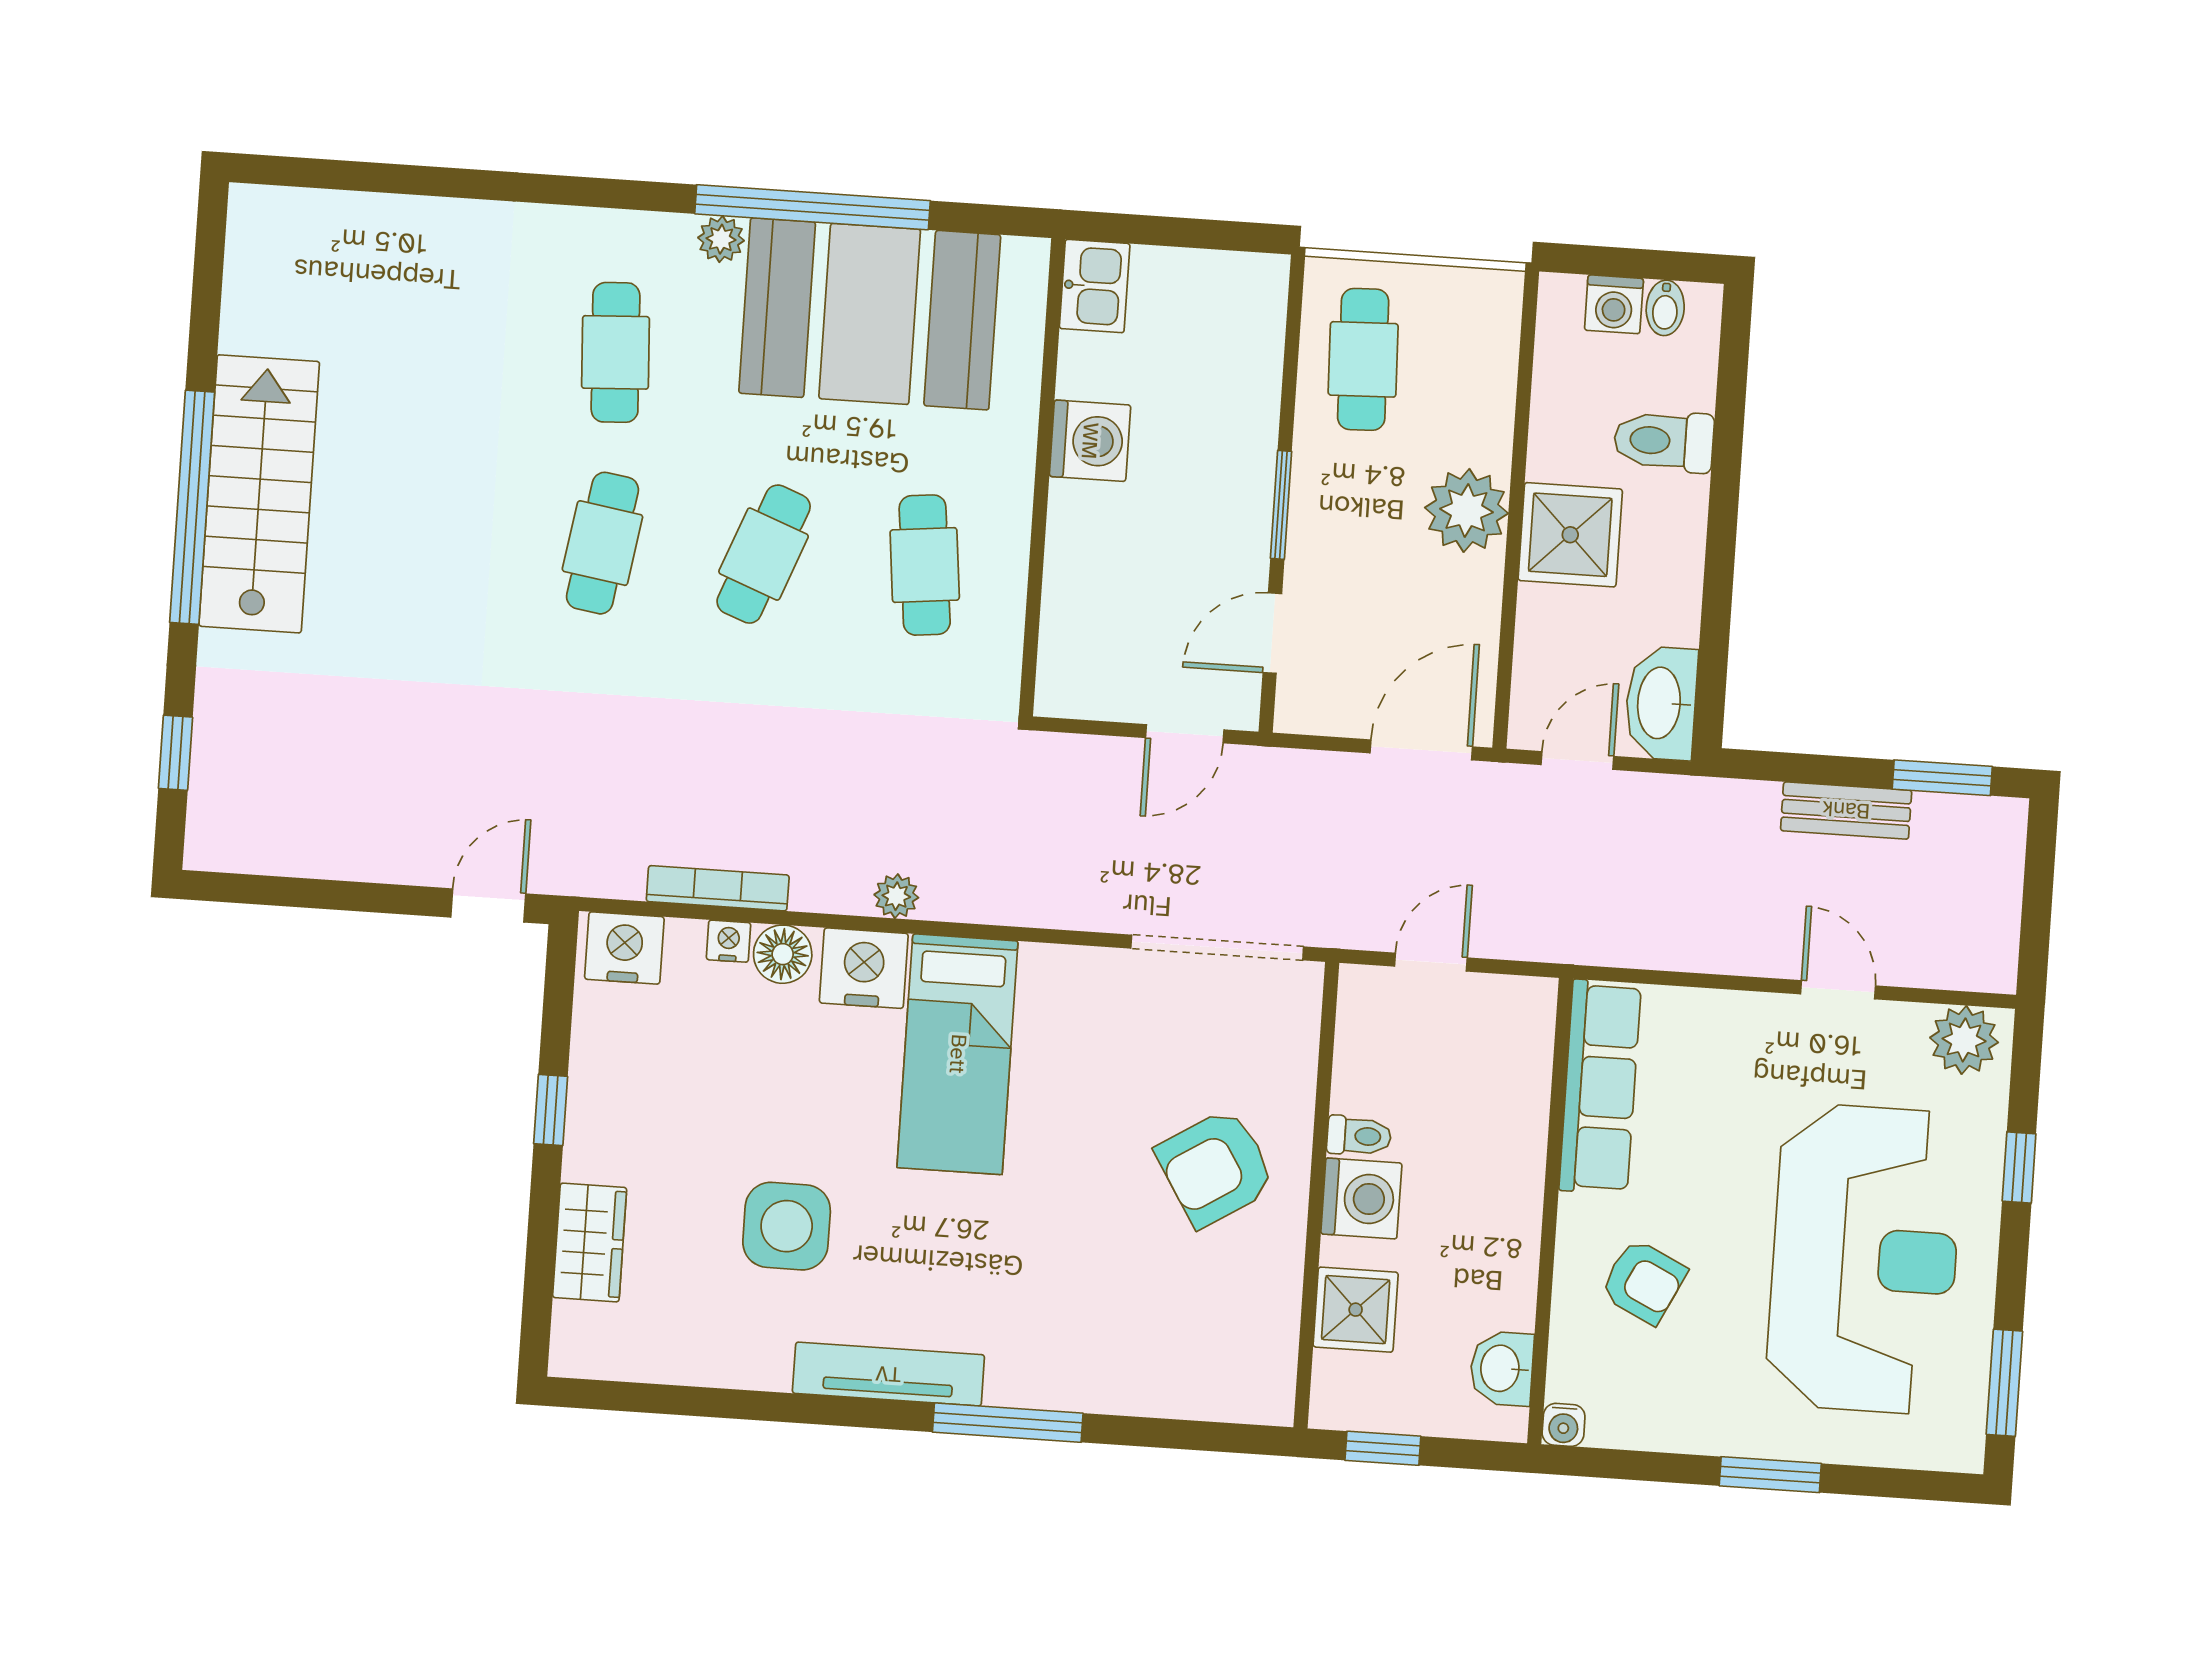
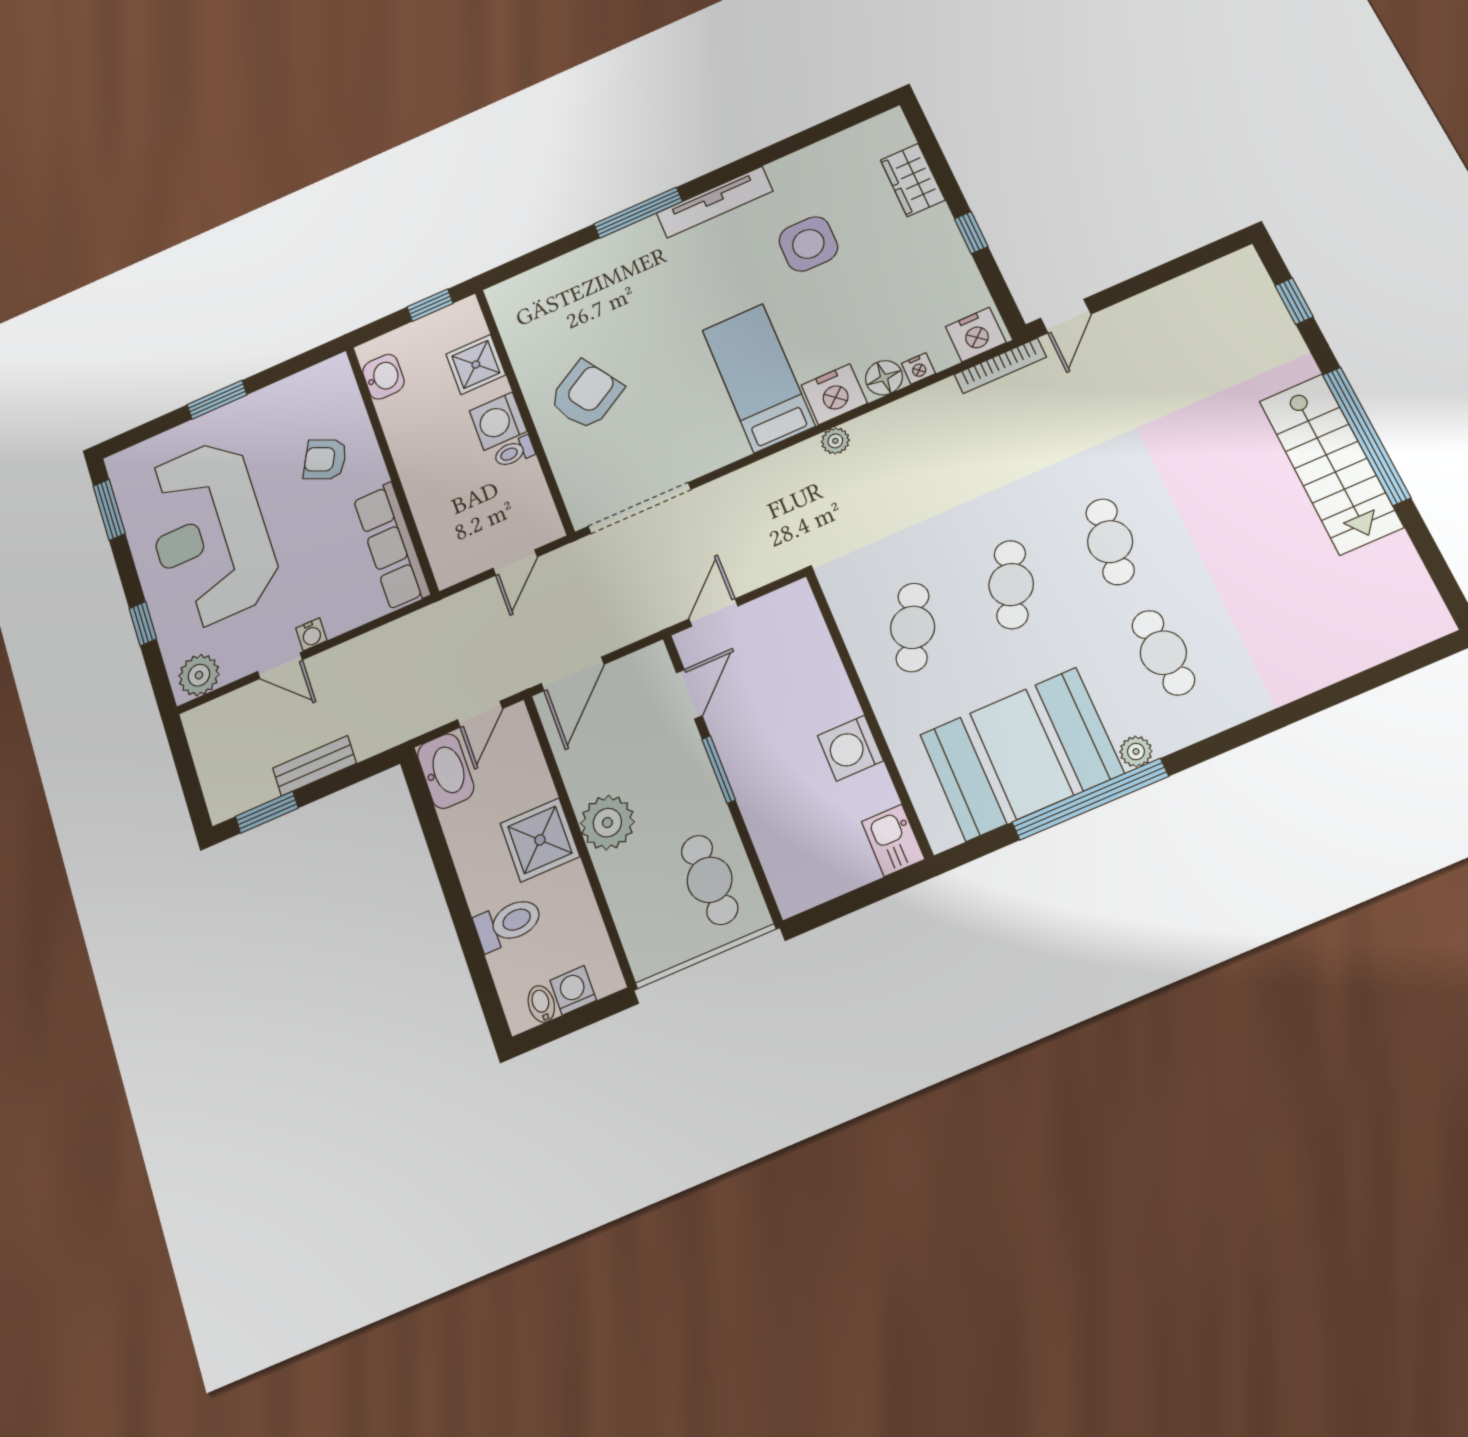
cafe table: (925, 565) -> (913, 627), turned 30
bookcase: (718, 888) -> (1000, 366), moved
water cooler: (1564, 1425) -> (311, 634), moved, turned 180

